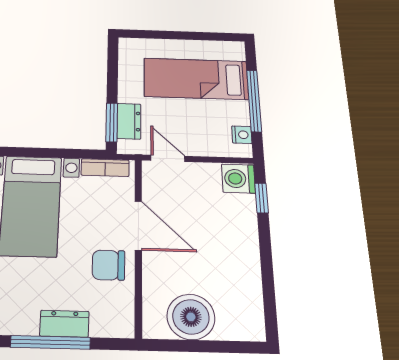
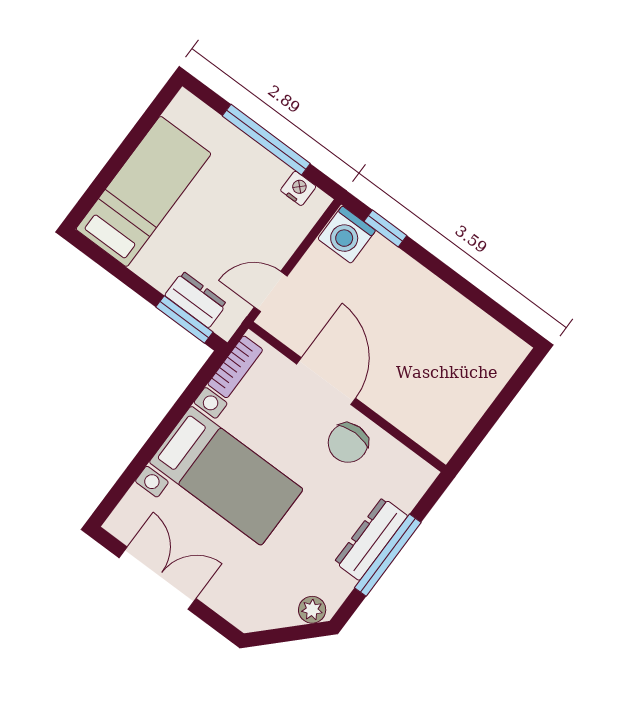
bed: (196, 79) -> (143, 191), moved, turned 180
door: (138, 226) -> (326, 381), hinge flipped
boiler: (191, 317) -> (458, 402), removed
dresser: (64, 324) -> (371, 539), width x1.44

